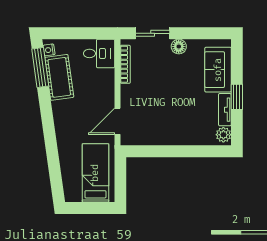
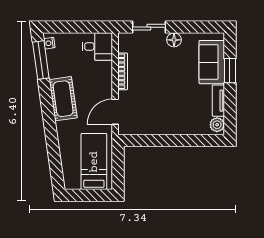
bookcase: (125, 64) -> (123, 71), moved
cot: (59, 77) -> (63, 99), moved
window: (237, 97) -> (230, 71), moved

